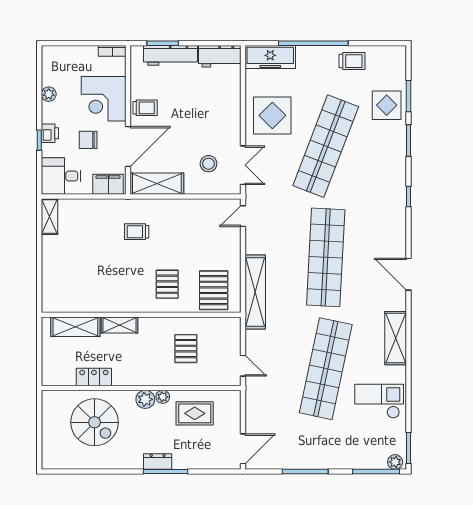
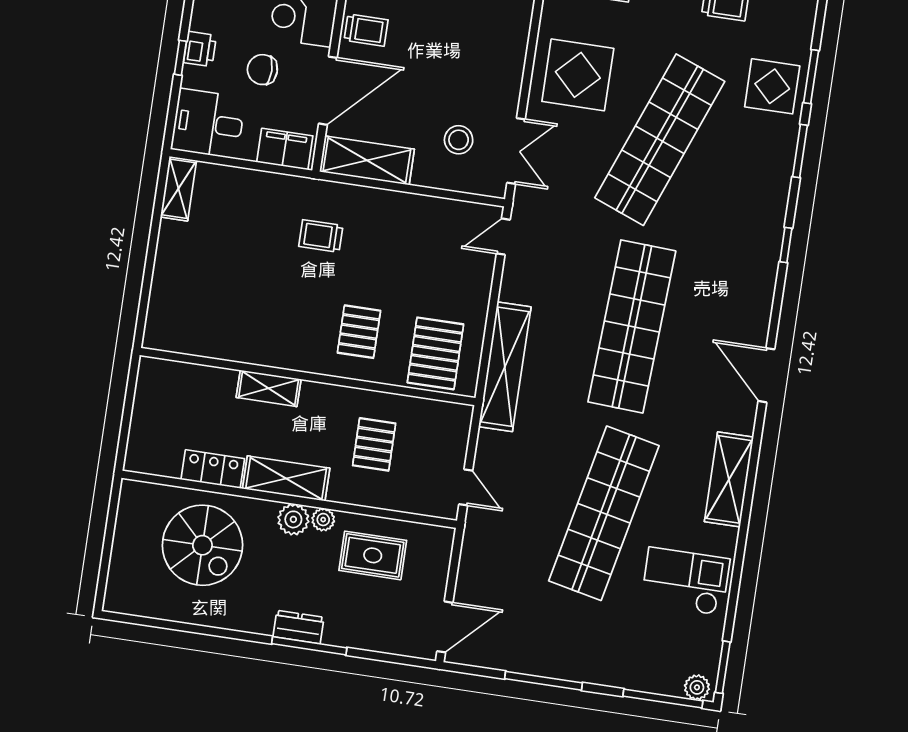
shelving: (75, 327) -> (286, 478), moved

